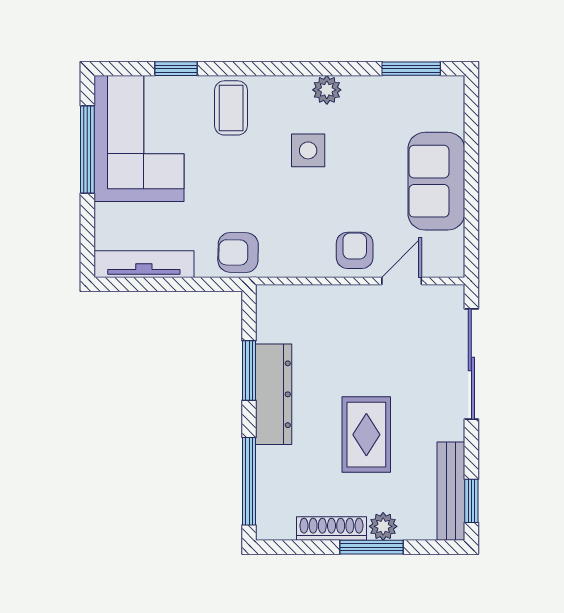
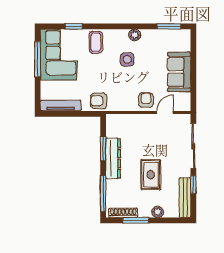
window: (471, 501) -> (193, 185), moved
shoe rack: (331, 529) -> (123, 213), moved
window: (371, 547) -> (136, 220), moved

